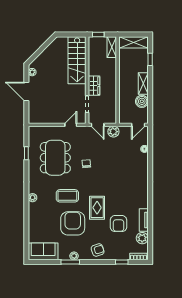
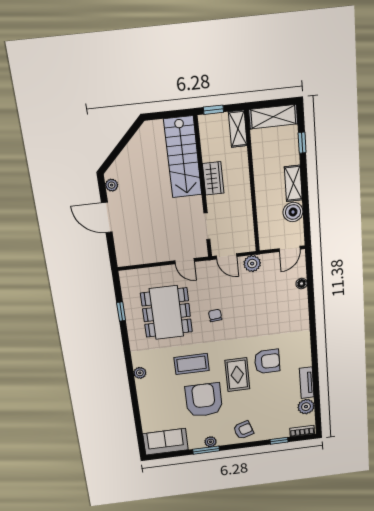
wardrobe: (94, 86) -> (213, 178), moved
door: (71, 125) -> (185, 261), swing flipped
armchair: (118, 224) -> (267, 361), moved, turned -90

